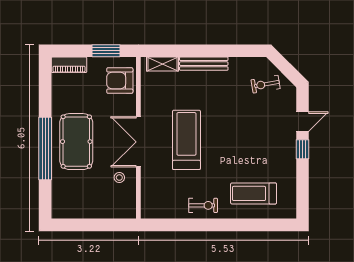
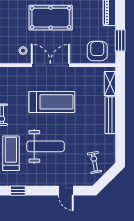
weight bench: (245, 148) -> (46, 146), added
window: (302, 149) -> (18, 191), moved

